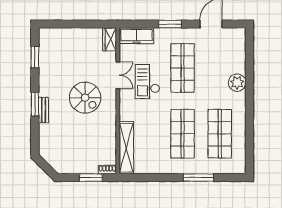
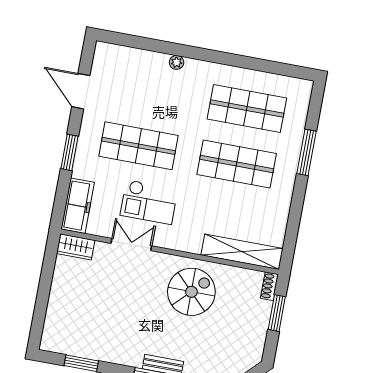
plant: (237, 83) -> (177, 62), width x0.53, depth x0.53
spiral stairs: (85, 98) -> (191, 292), moved

